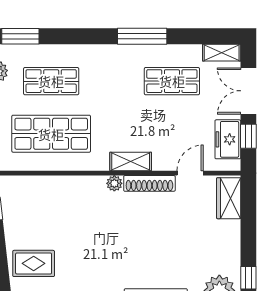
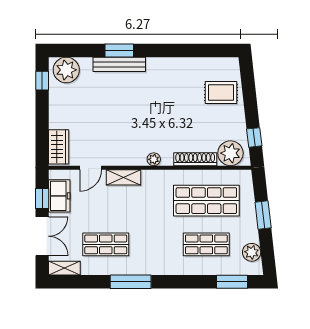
shelving: (131, 161) -> (123, 177), moved
shoe rack: (149, 183) -> (195, 159), moved
plant: (22, 191) -> (230, 153), added

